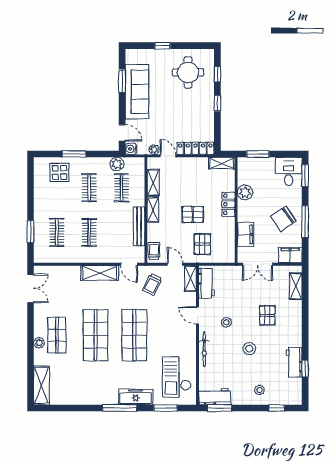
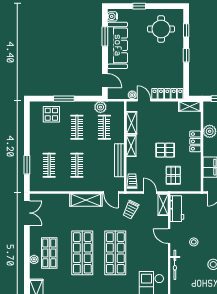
water cooler: (131, 149) -> (112, 16), moved

